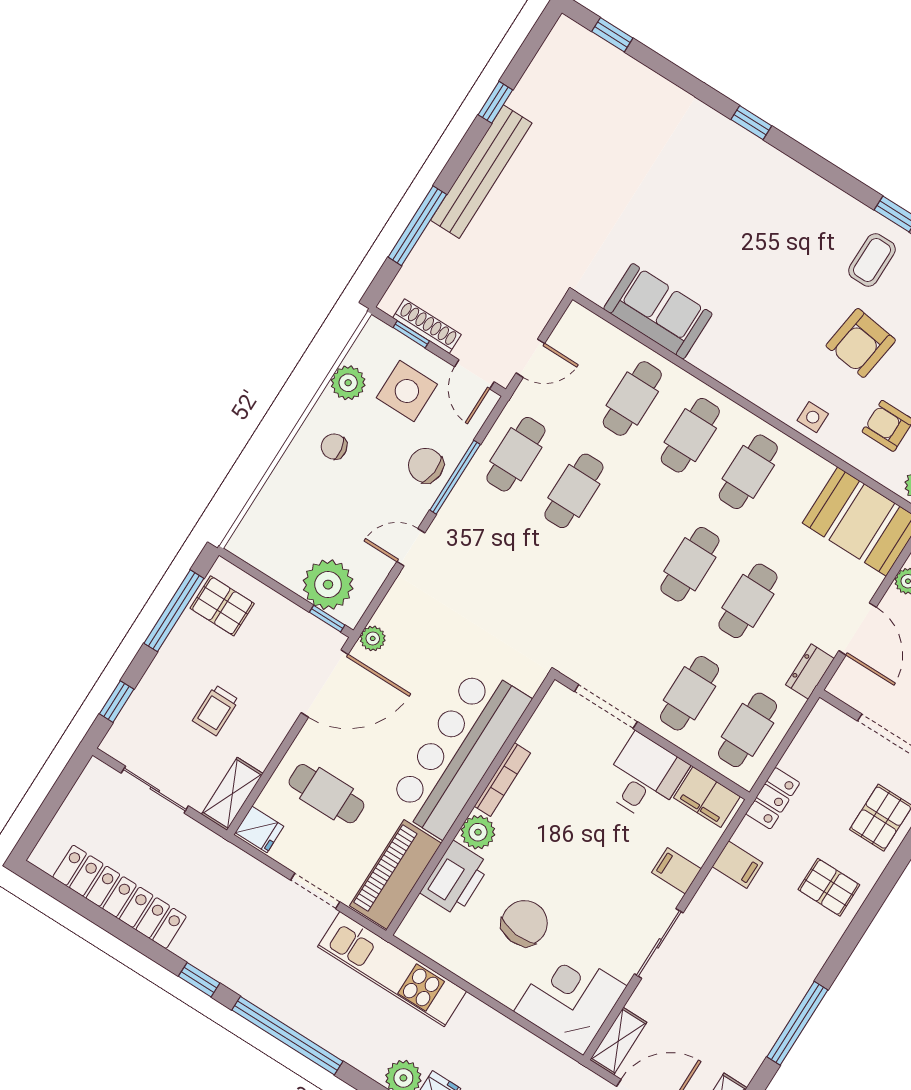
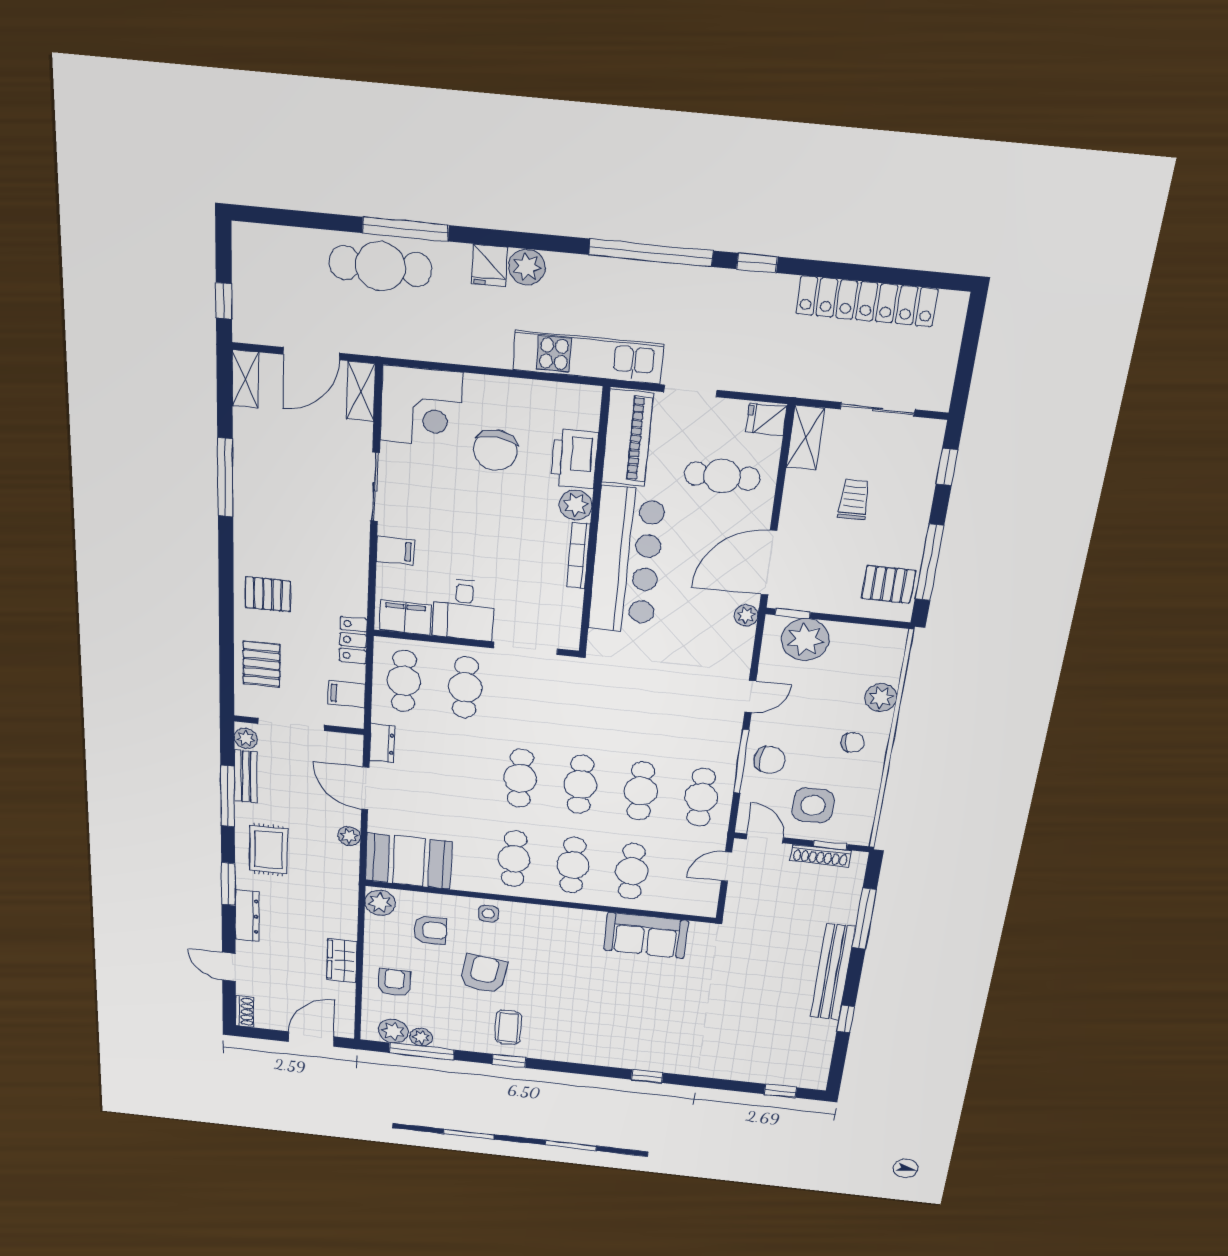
plant: (348, 383) -> (881, 698), moved
cafe table: (748, 601) -> (580, 785), moved
filing cabinet: (737, 865) -> (347, 694), moved

